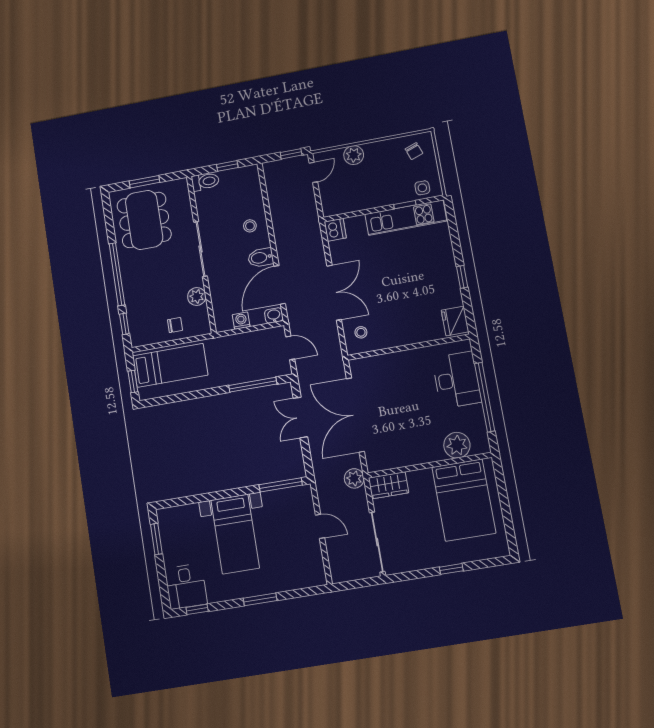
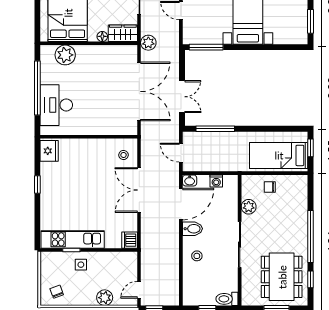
side table: (422, 188) -> (81, 265), moved
window: (124, 324) -> (311, 279), moved
floor lamp: (414, 477) -> (102, 36), added

